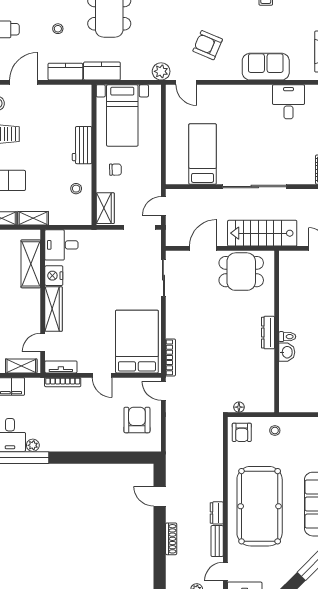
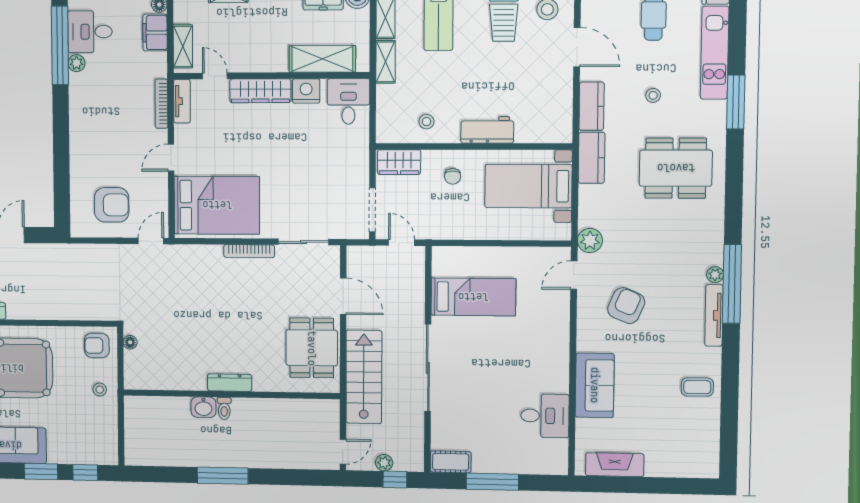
bookcase: (170, 357) -> (249, 251), moved

